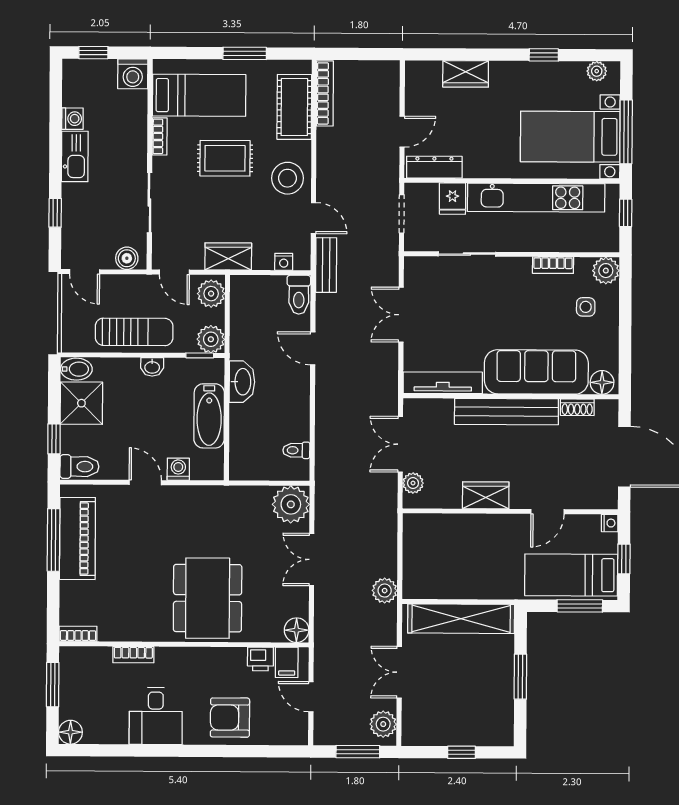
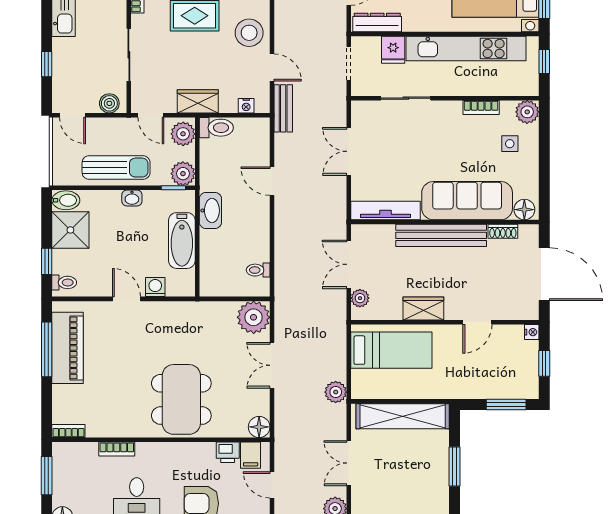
toilet: (299, 295) -> (216, 128), moved, turned -90
toilet: (79, 467) -> (64, 282), width x0.73, depth x0.72
bed: (571, 575) -> (391, 350), moved, turned 180

